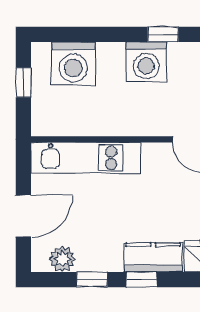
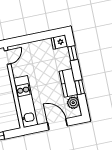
kitchen counter: (153, 257) -> (68, 83), moved
window: (142, 280) -> (73, 53), moved

